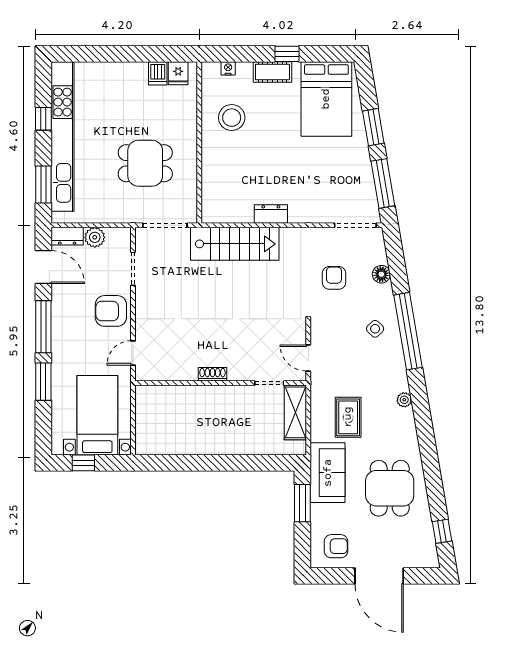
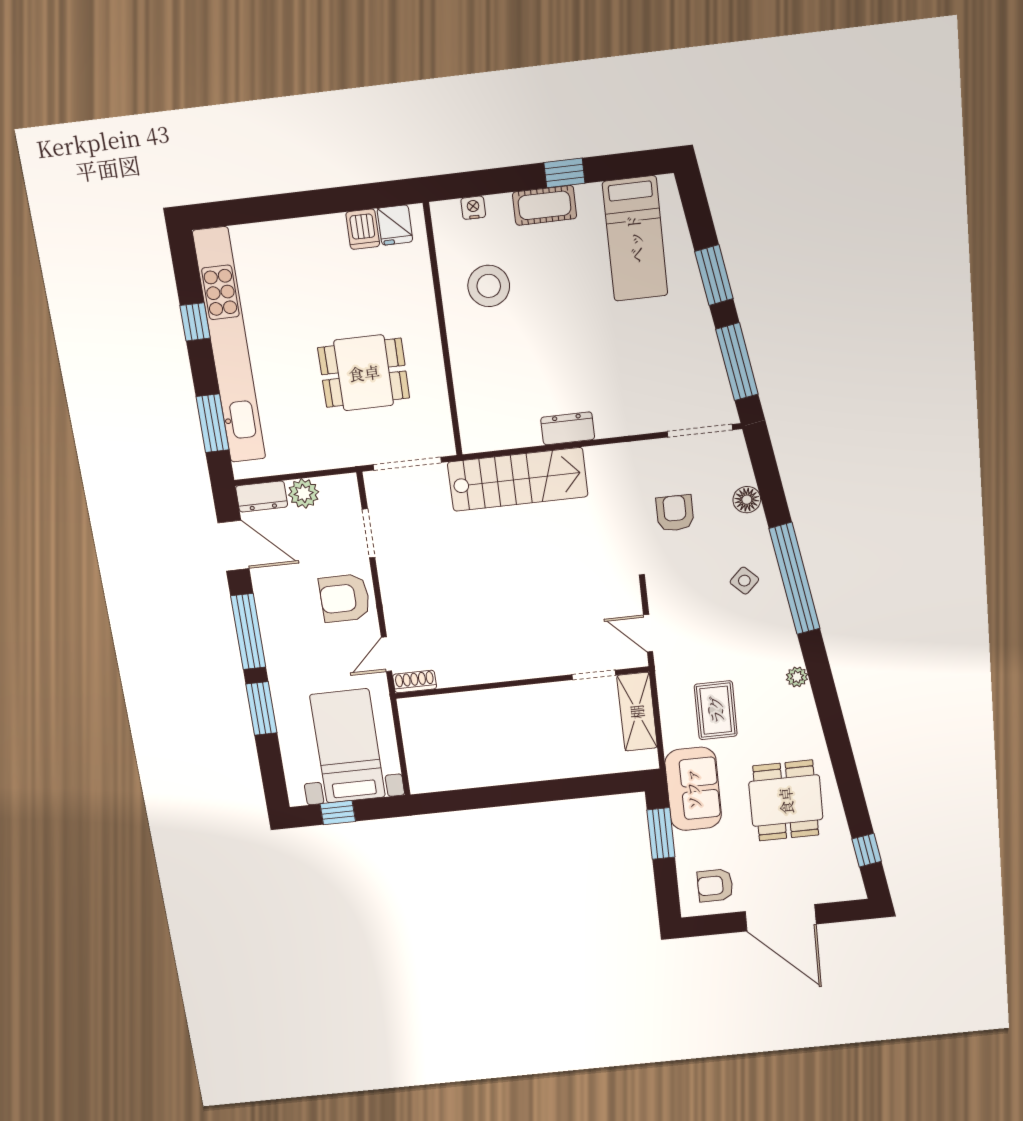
bed: (326, 99) -> (635, 239), width x0.67
shoe rack: (212, 374) -> (415, 682), moved
armchair: (336, 546) -> (715, 885), turned 180

